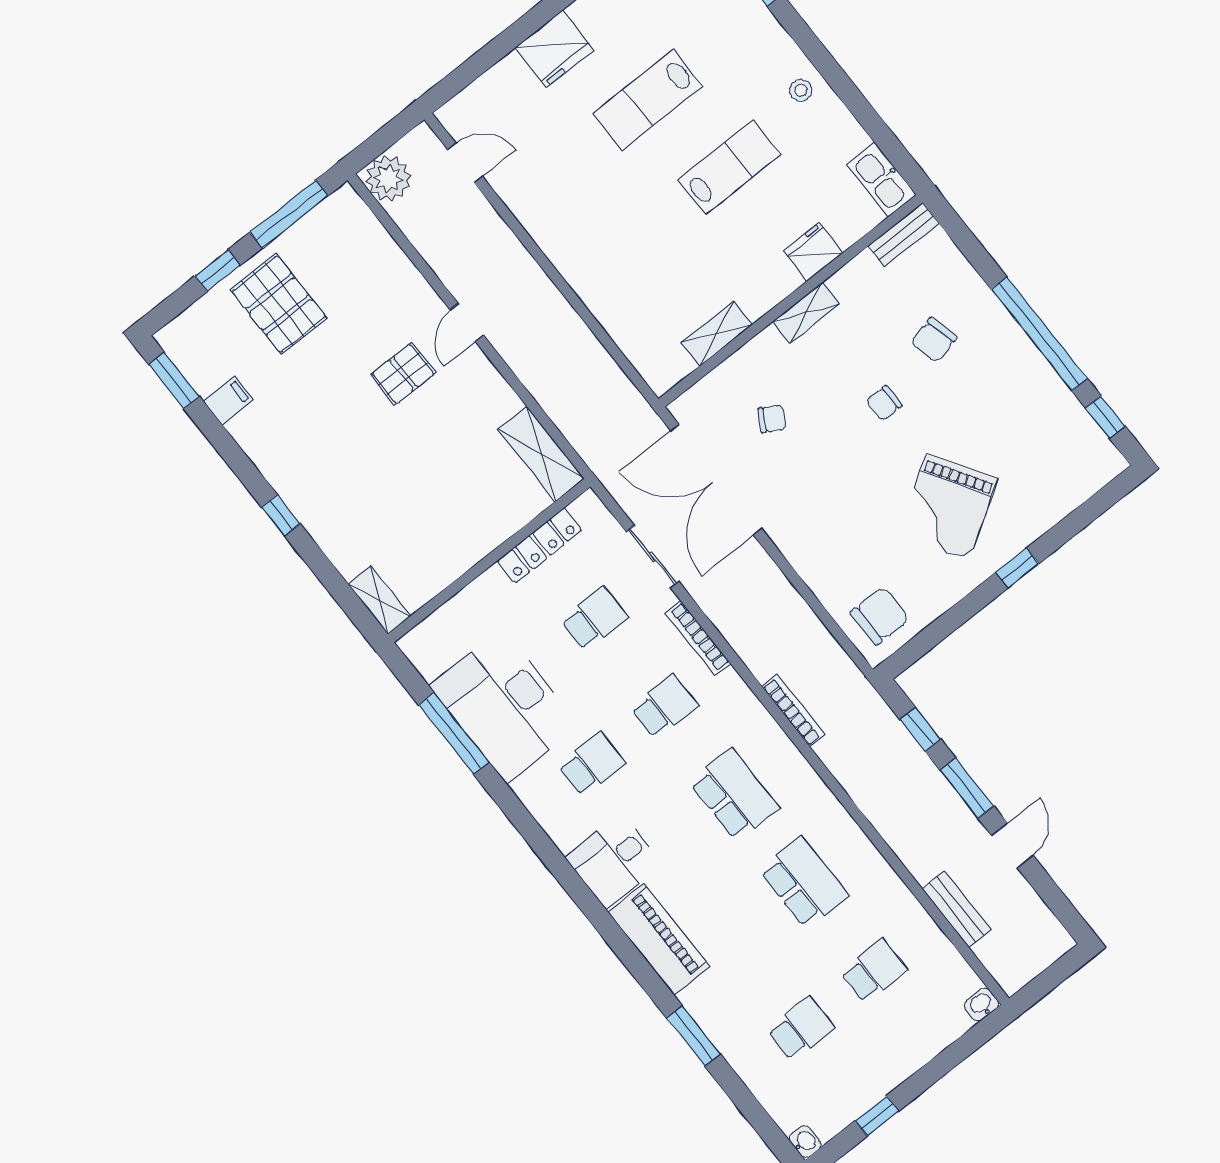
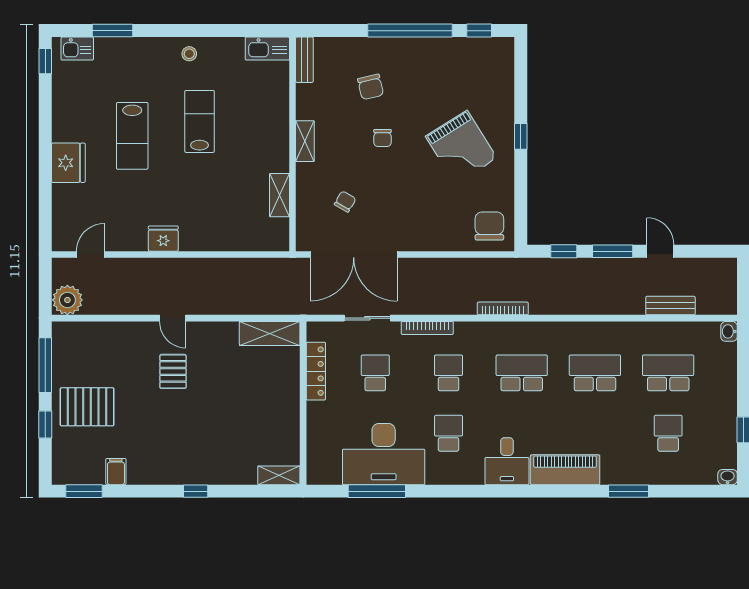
fridge: (813, 252) -> (163, 239), moved, turned 90
school desk: (874, 971) -> (668, 373), width x1.85

